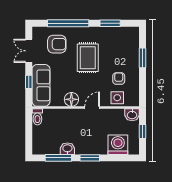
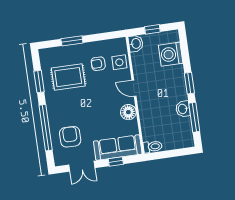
rug: (88, 58) -> (68, 77), moved

